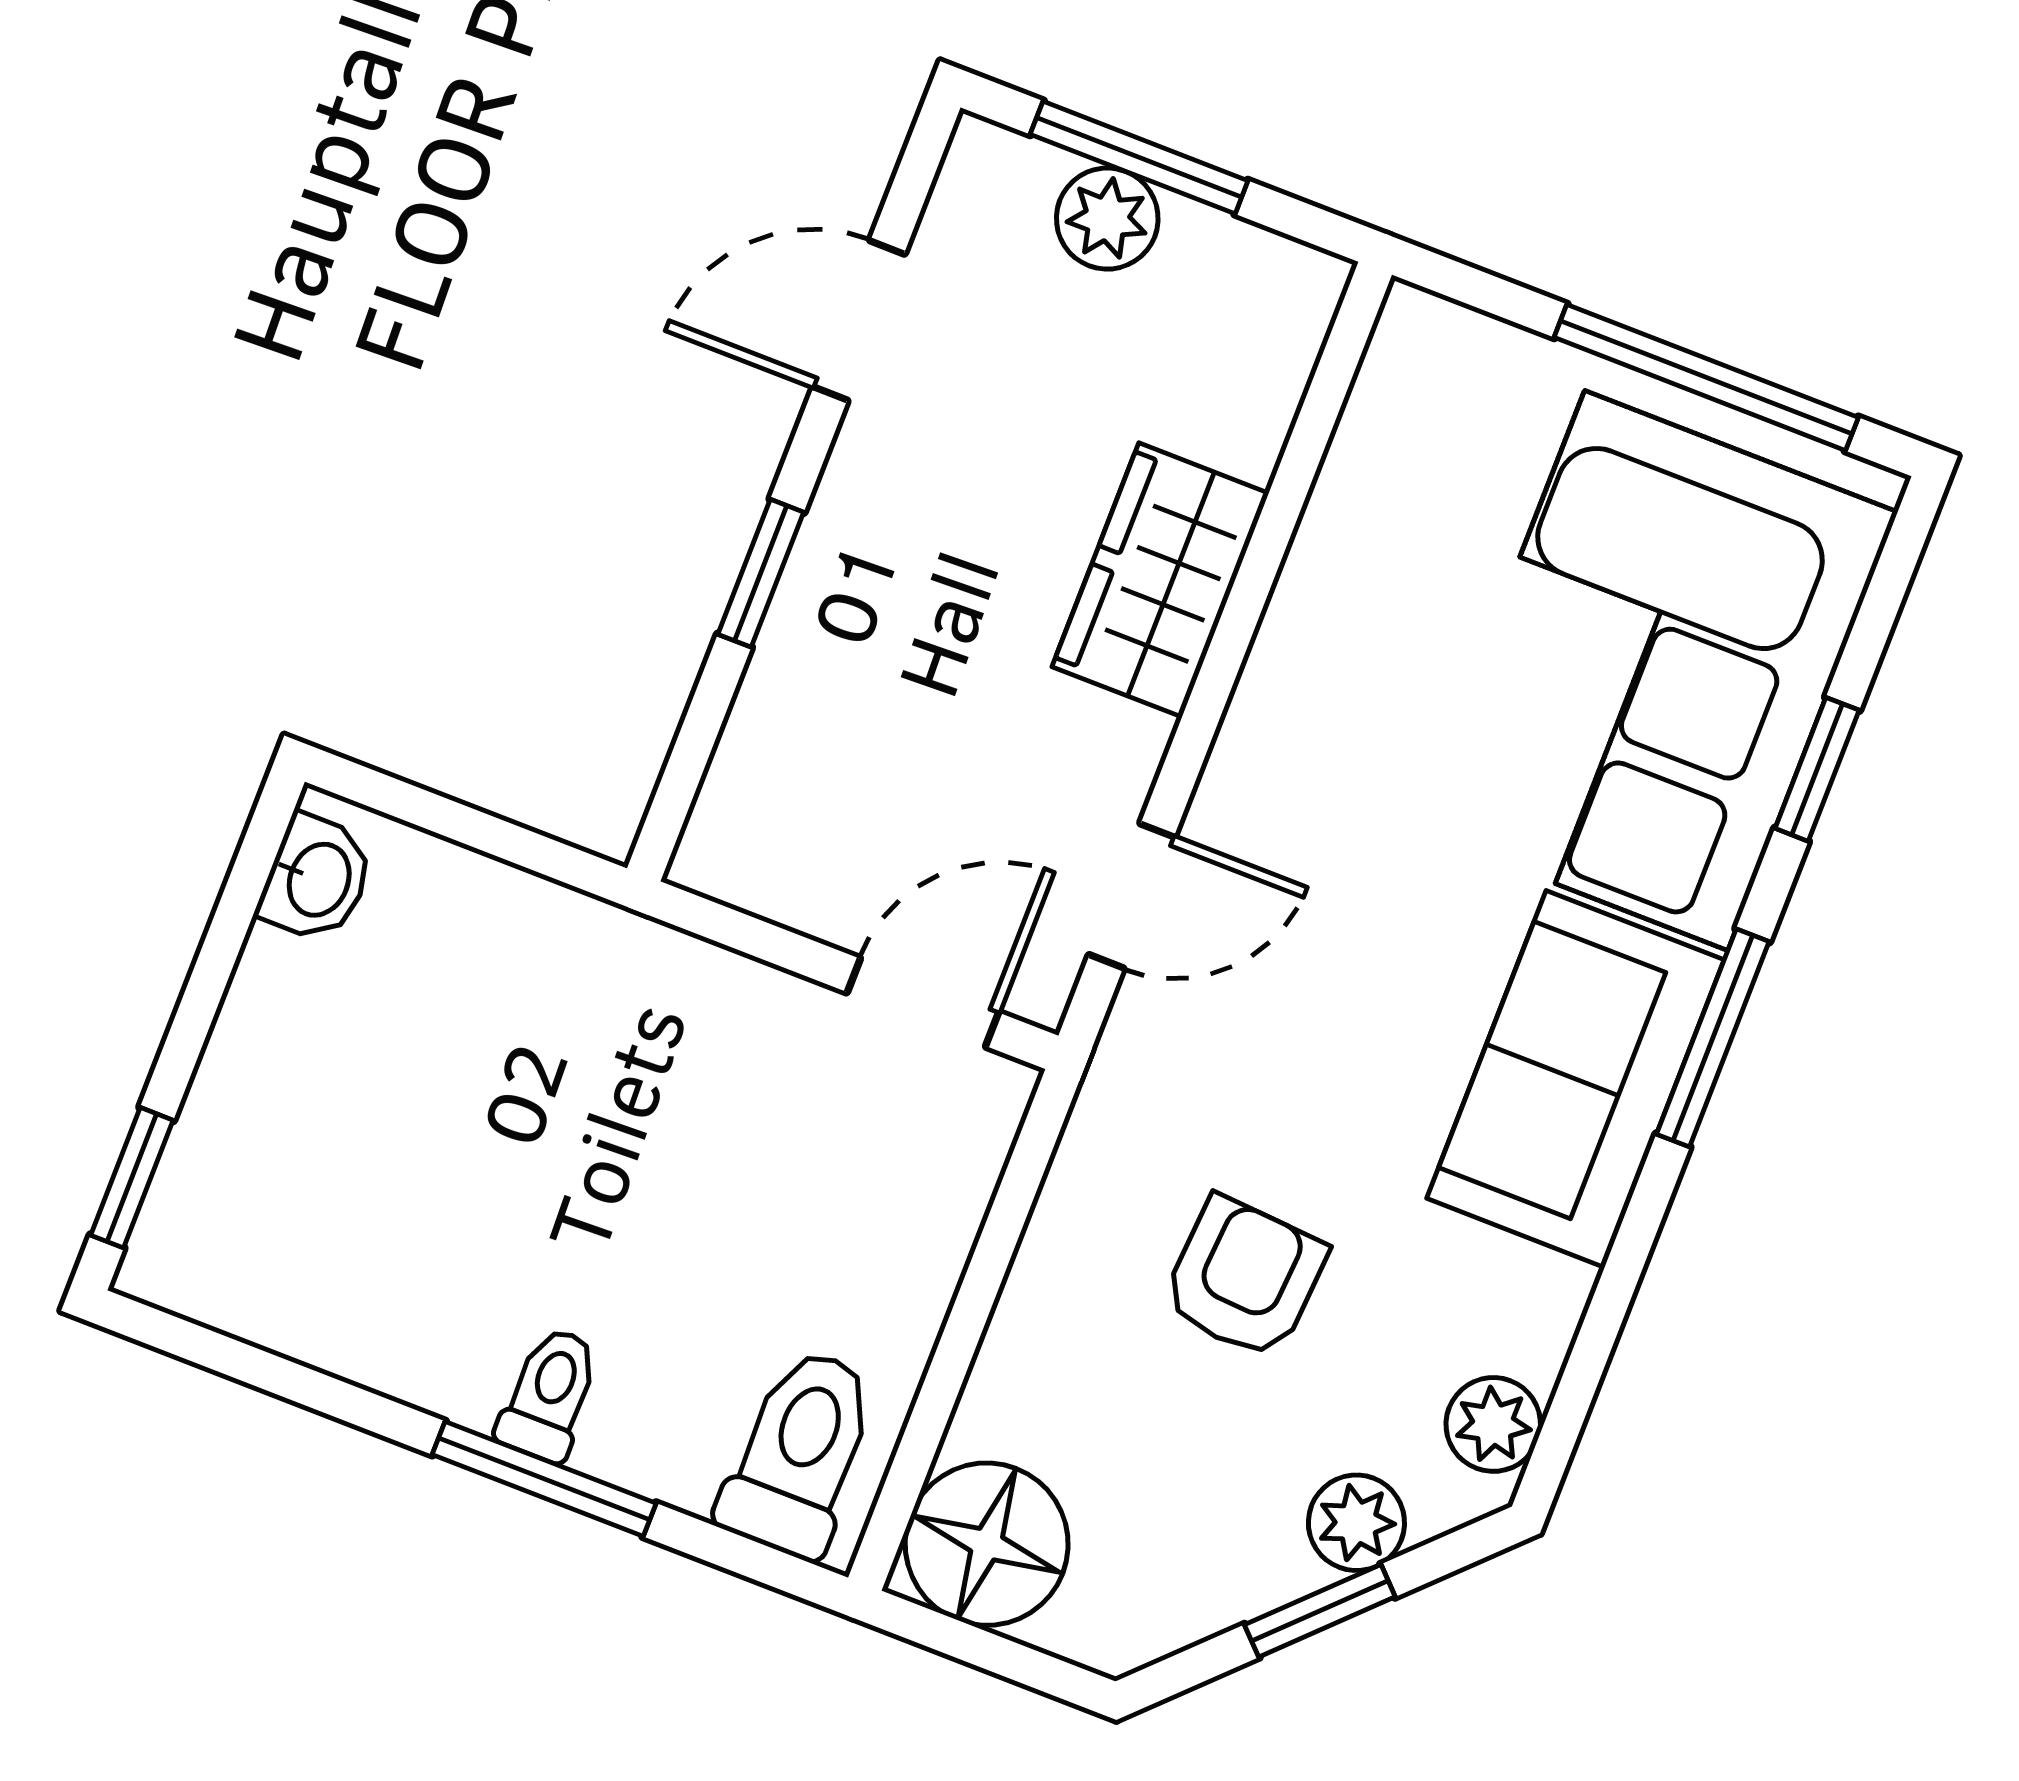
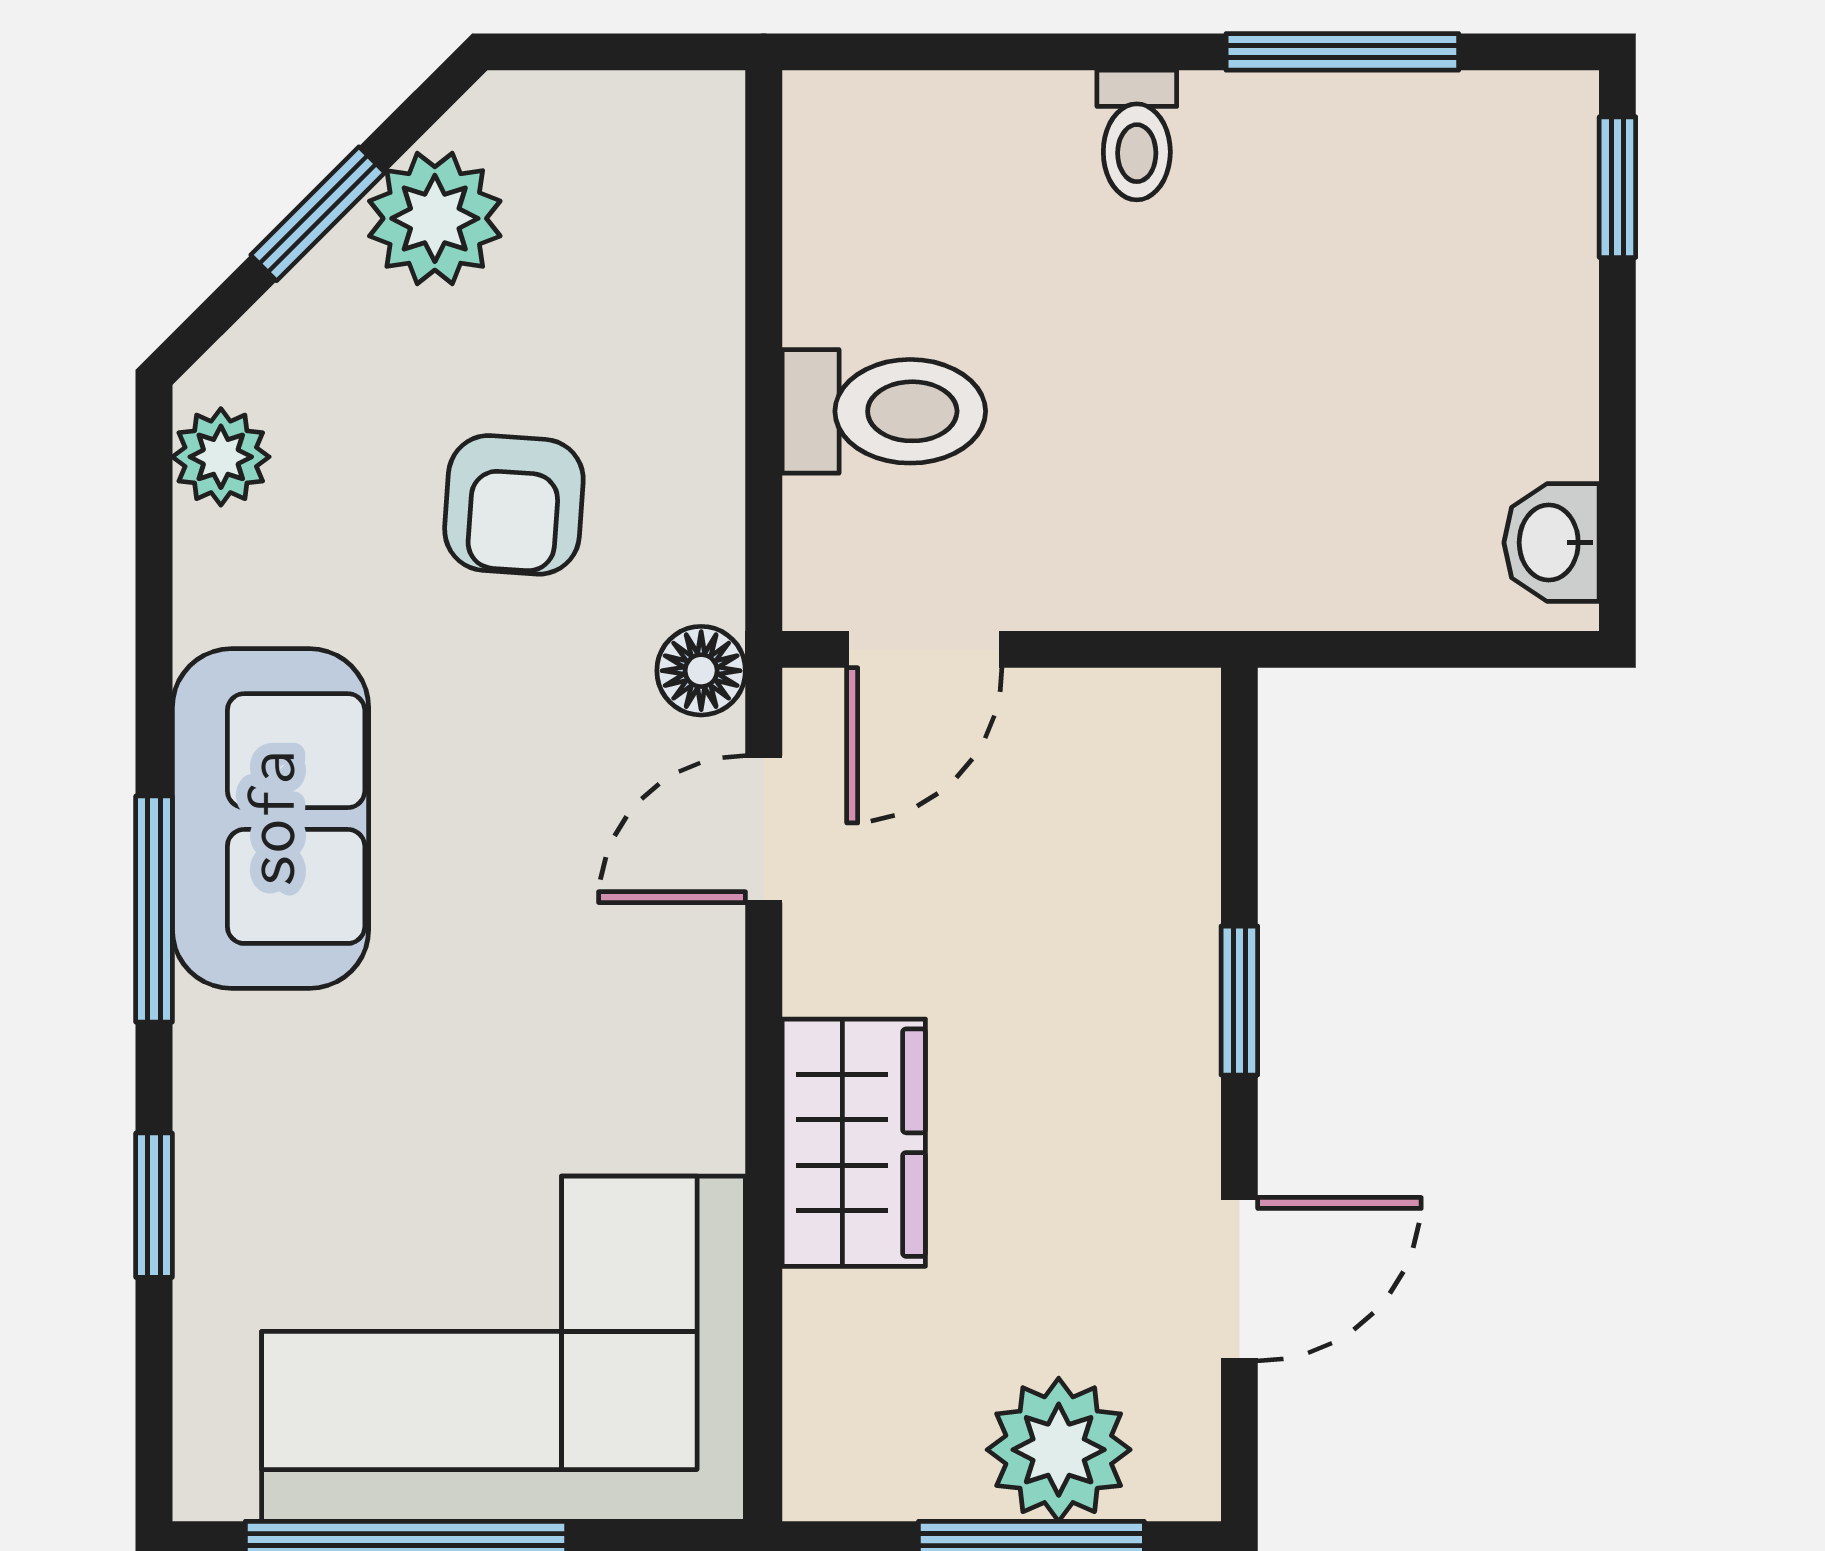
plant: (1107, 219) -> (1059, 1450), width x1.38, depth x1.38
corner sofa: (1656, 671) -> (504, 1349), moved, turned -90
toilet: (800, 1453) -> (884, 411), moved, turned -90
window: (544, 1479) -> (1342, 52), moved
plant: (1356, 1523) -> (435, 218), moved, width x1.38, depth x1.38
floor lamp: (987, 1544) -> (701, 671), moved, width x0.53, depth x0.53

